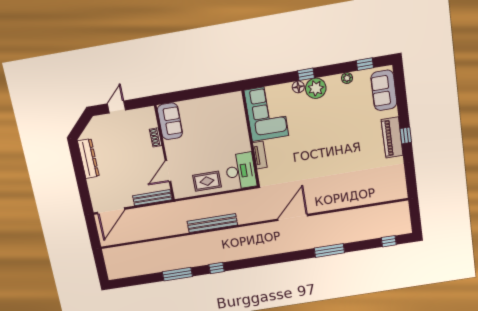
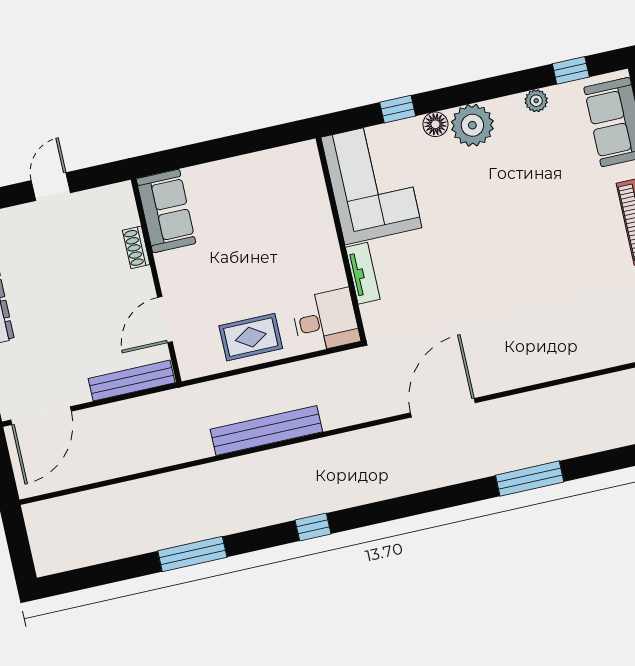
window: (306, 74) -> (398, 109), moved
desk: (241, 171) -> (325, 321), width x0.73
window: (217, 268) -> (313, 527), moved

